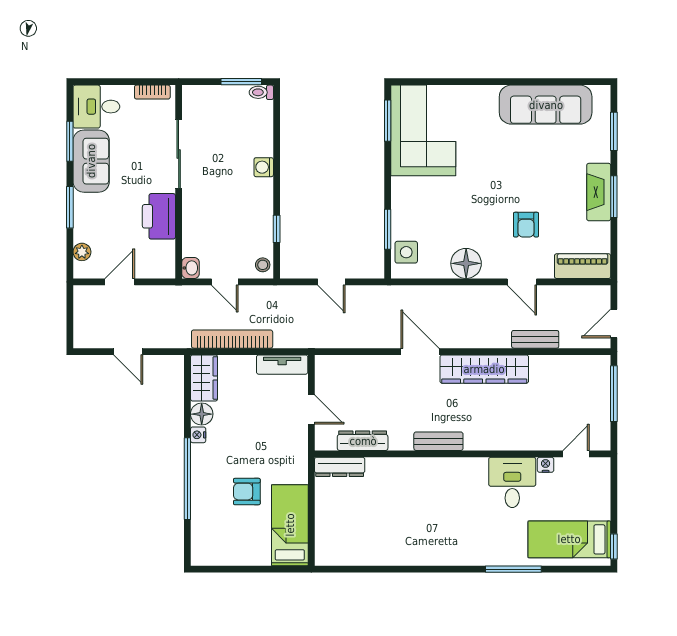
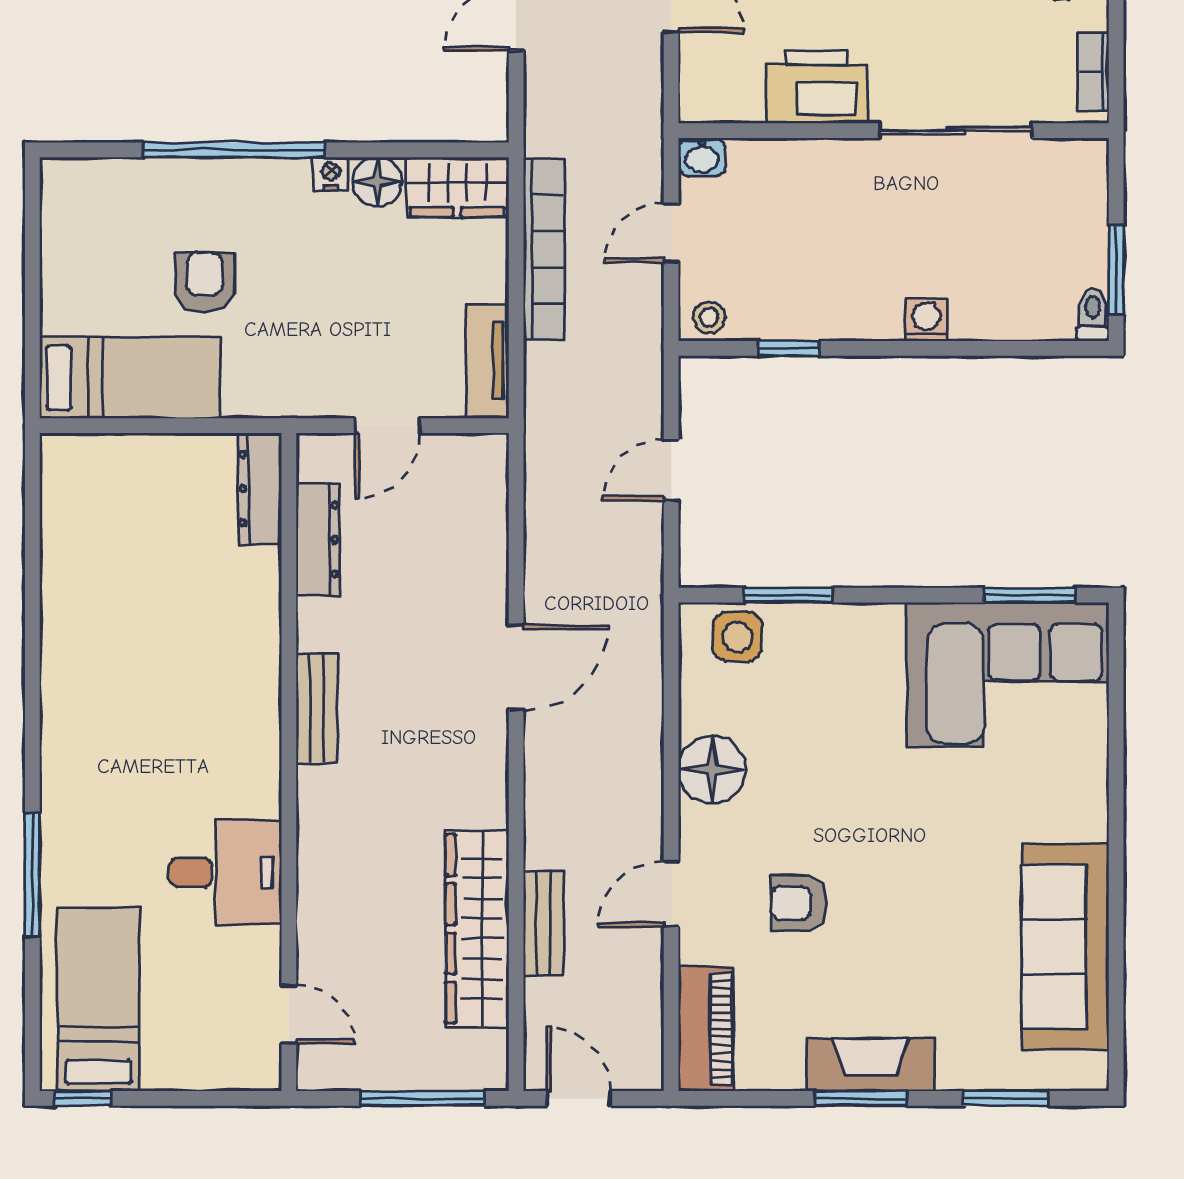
wardrobe: (484, 369) -> (477, 929), moved
nightstand: (546, 465) -> (264, 946), removed

